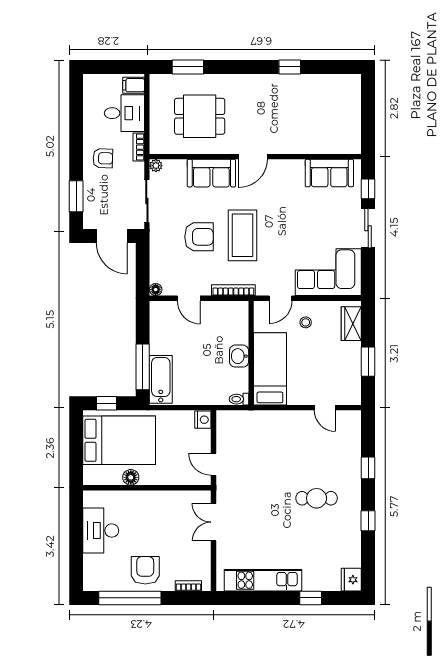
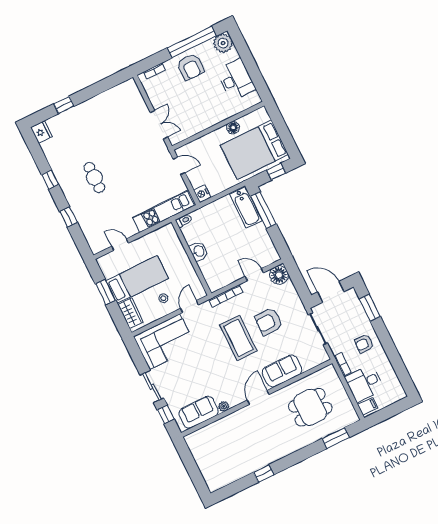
plant: (156, 166) -> (224, 406), moved
floor lamp: (156, 290) -> (279, 275), width x1.89, depth x1.89
bed: (270, 369) -> (137, 279), moved, turned -90
cafe table: (317, 498) -> (94, 178), turned 90
plant: (95, 579) -> (223, 43), added
kitchen unit: (263, 580) -> (163, 211), moved, turned 180

